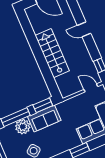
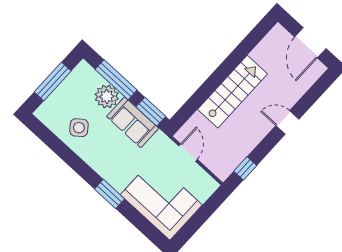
door: (84, 29) -> (287, 122), hinge flipped
door: (91, 88) -> (188, 153), moved

